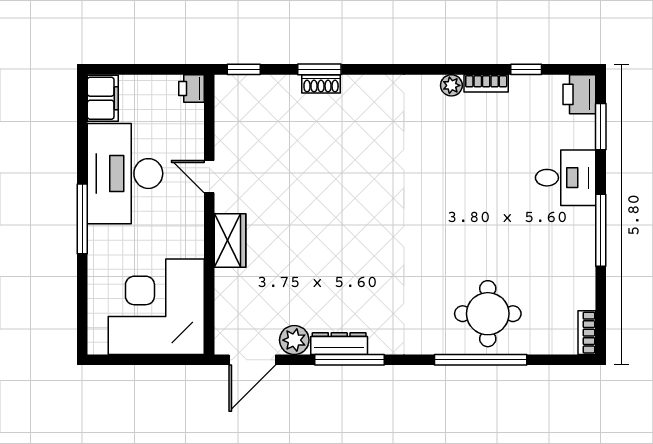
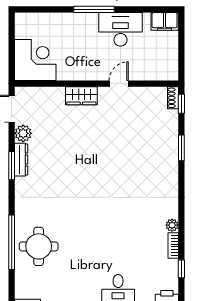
shoe rack: (321, 84) -> (173, 98), moved
printer: (191, 88) -> (170, 73), removed
desk: (125, 174) -> (120, 29), width x0.73, depth x0.77
corner desk: (156, 307) -> (35, 60), width x0.74, depth x0.74
window: (350, 360) -> (12, 166), width x0.69

